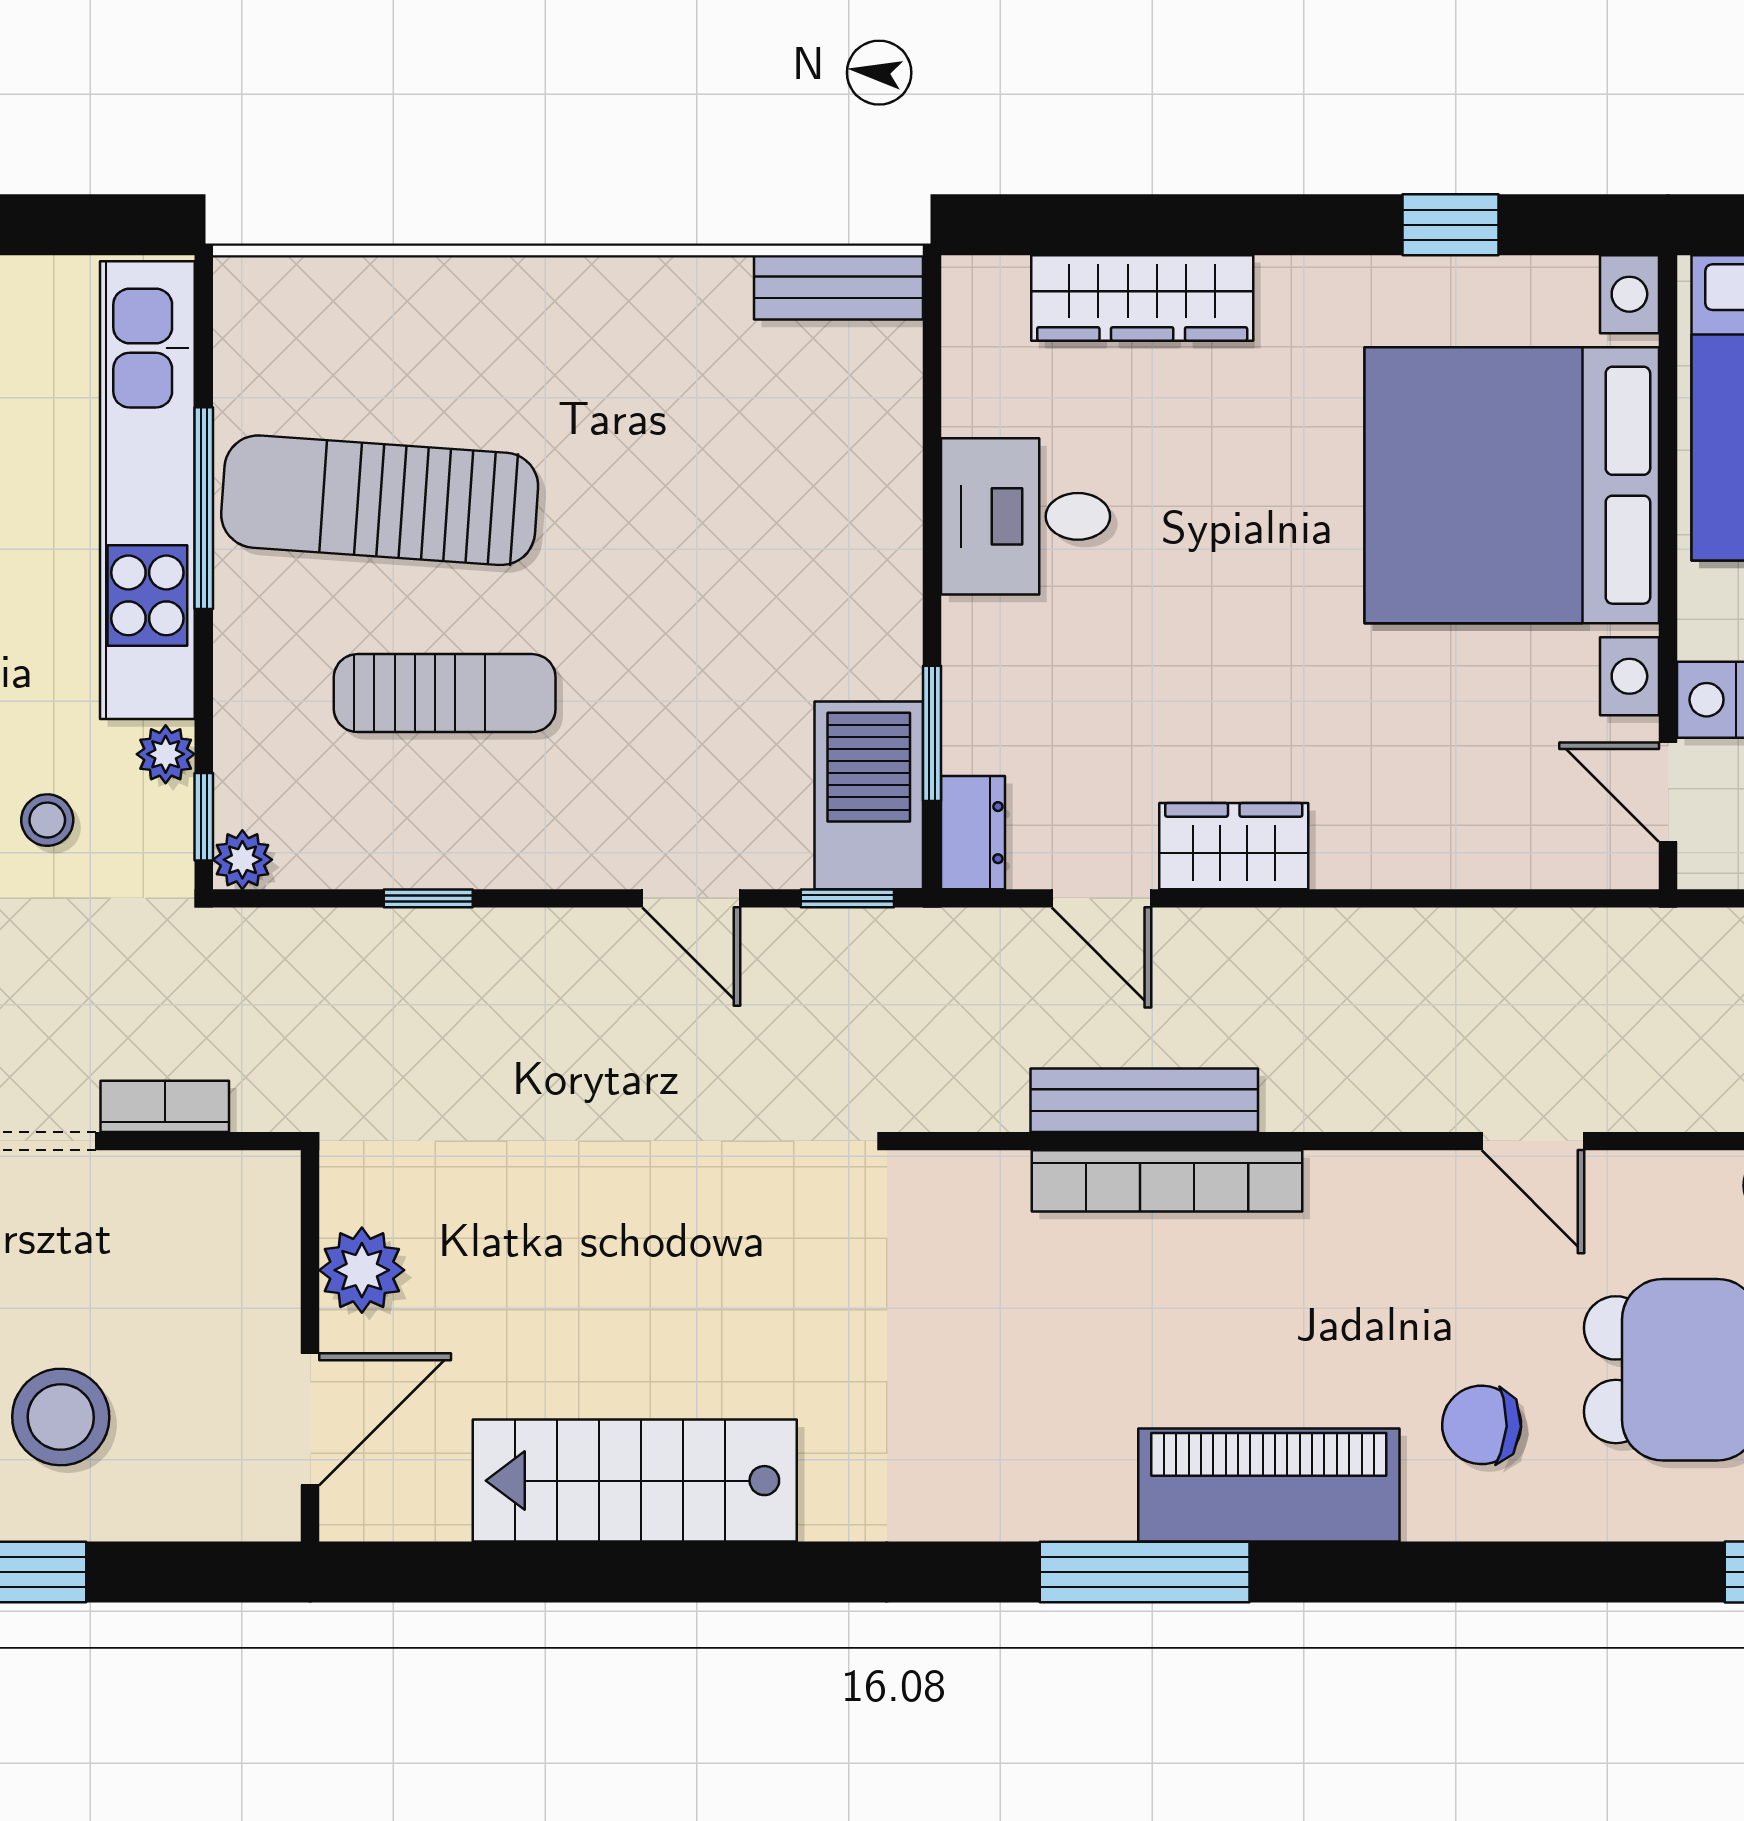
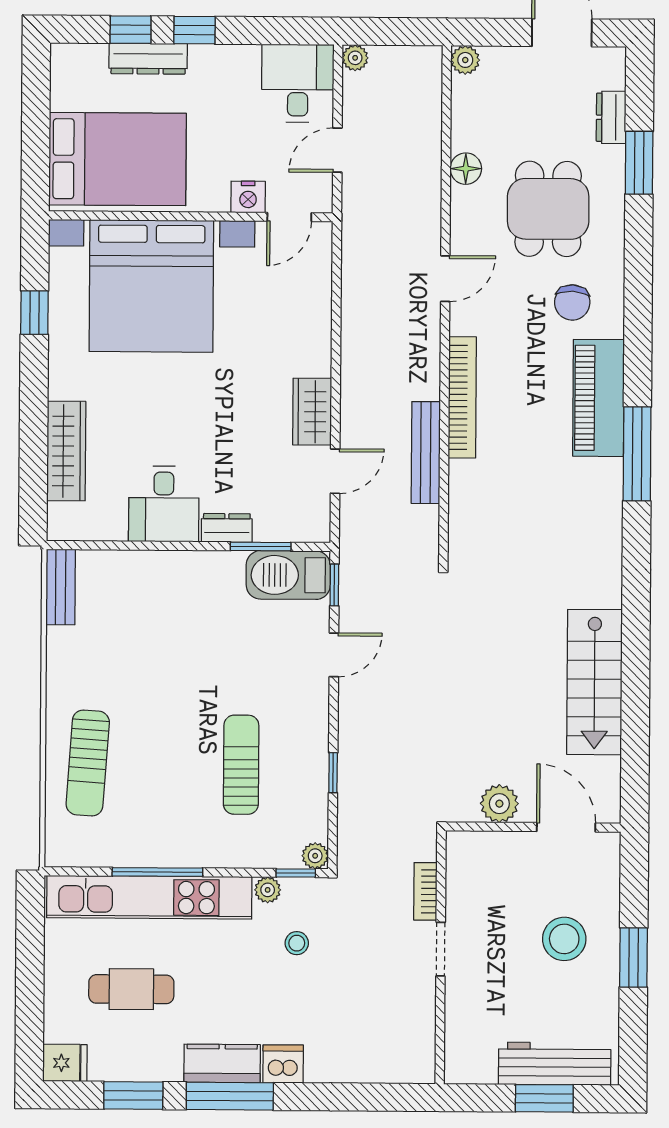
sun lounger: (380, 500) -> (88, 763), moved, width x0.73, depth x0.75
dresser: (973, 833) -> (227, 528), moved
bookcase: (1167, 1181) -> (462, 397), moved

